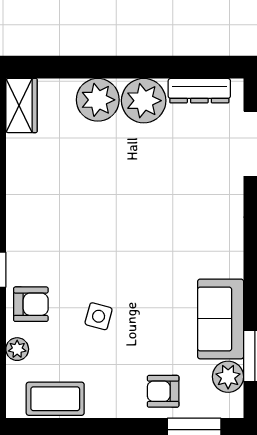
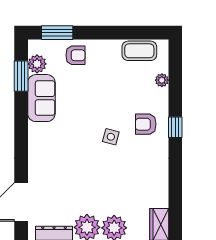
armchair: (31, 304) -> (146, 124), moved
side table: (99, 316) -> (111, 137), moved

